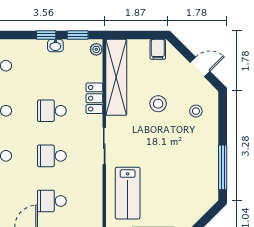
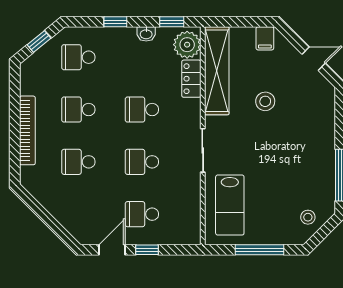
window: (46, 35) -> (115, 22), moved
plant: (96, 49) -> (187, 45), width x1.88, depth x1.88
locker: (94, 98) -> (191, 79), moved
stool: (196, 111) -> (308, 217), moved

